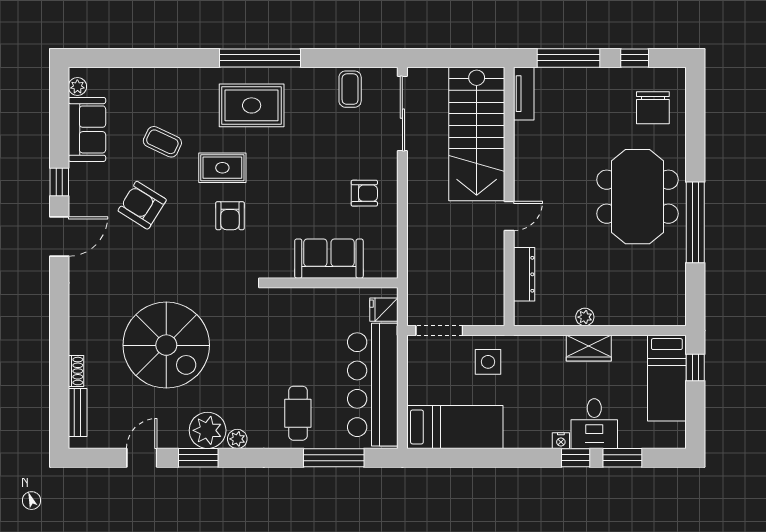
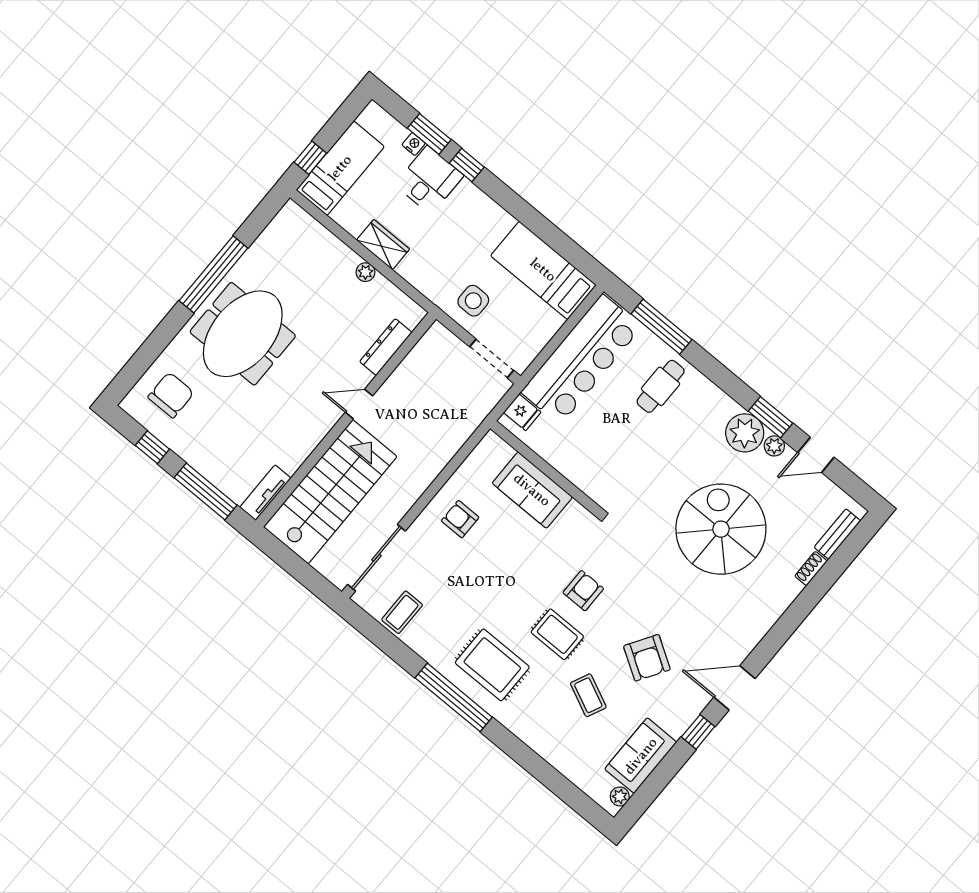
plant: (237, 439) -> (774, 446), moved
nightstand: (561, 441) -> (414, 144), moved

